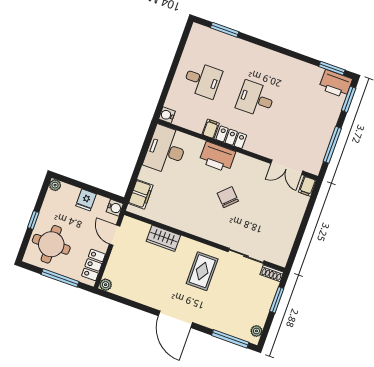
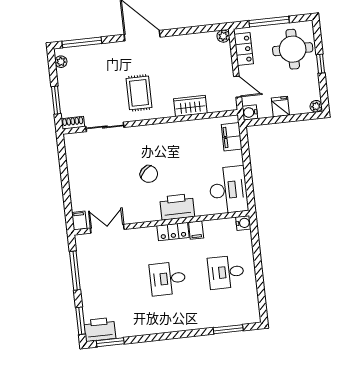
desk: (256, 99) -> (168, 279), turned 180

